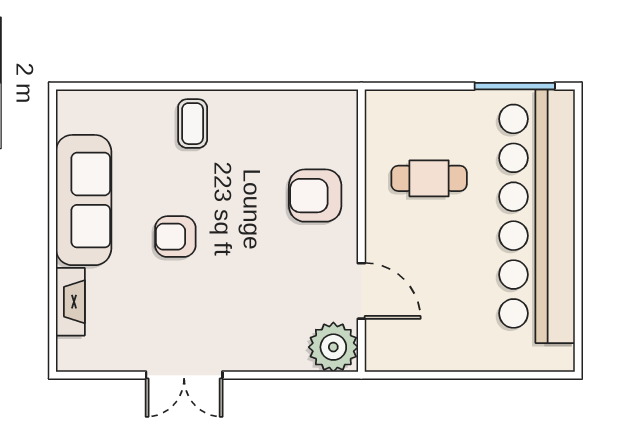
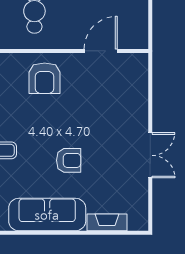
armchair: (175, 237) -> (69, 160), turned -90
plant: (333, 347) -> (134, 67), removed

